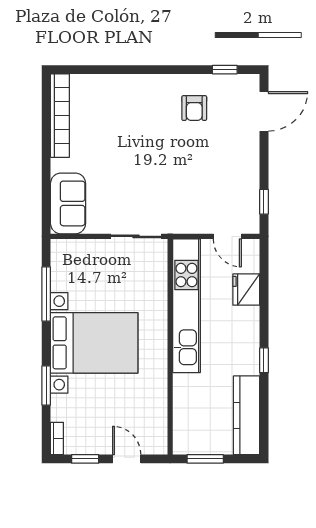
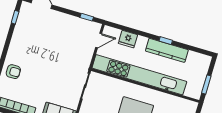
armchair: (194, 108) -> (13, 72), moved
kitchen unit: (186, 306) -> (139, 75), width x1.36
kitchen counter: (247, 415) -> (167, 50), moved

